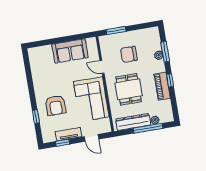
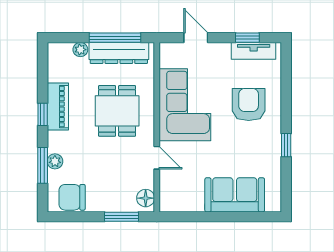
floor lamp: (104, 43) -> (146, 198), added
sofa: (70, 51) -> (235, 195), moved
chair: (129, 54) -> (72, 197), moved, turned 180
window: (36, 117) -> (286, 145), moved
window: (148, 128) -> (115, 38), moved
tv unit: (69, 134) -> (254, 51), moved

